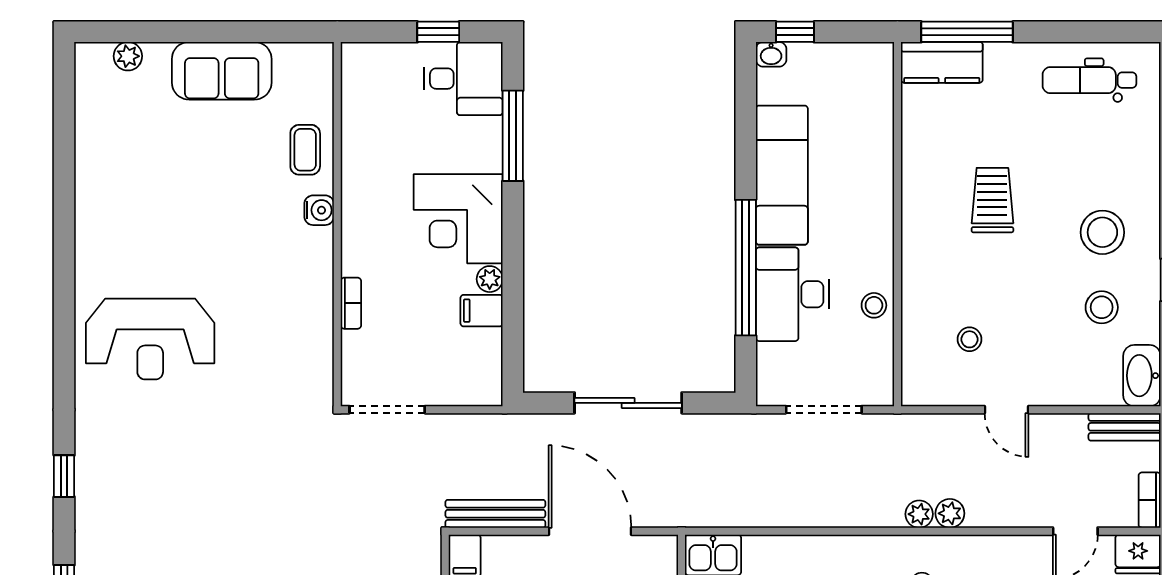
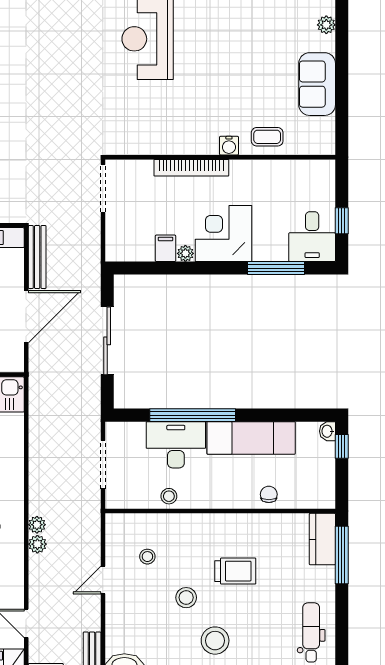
chair: (871, 147) -> (269, 494), added
bookcase: (351, 303) -> (191, 168), width x2.31, depth x1.31
stool: (1102, 307) -> (186, 598), moved

